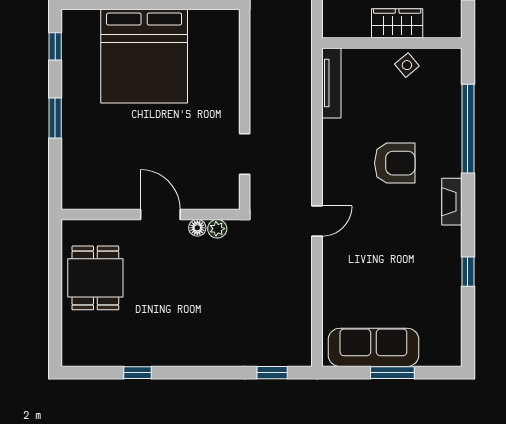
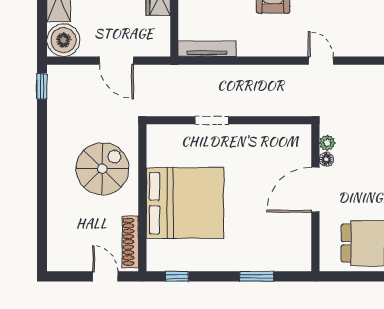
window: (55, 118) -> (257, 276), moved
doorway: (245, 154) -> (212, 120), moved
door: (160, 214) -> (315, 190), width x1.36

